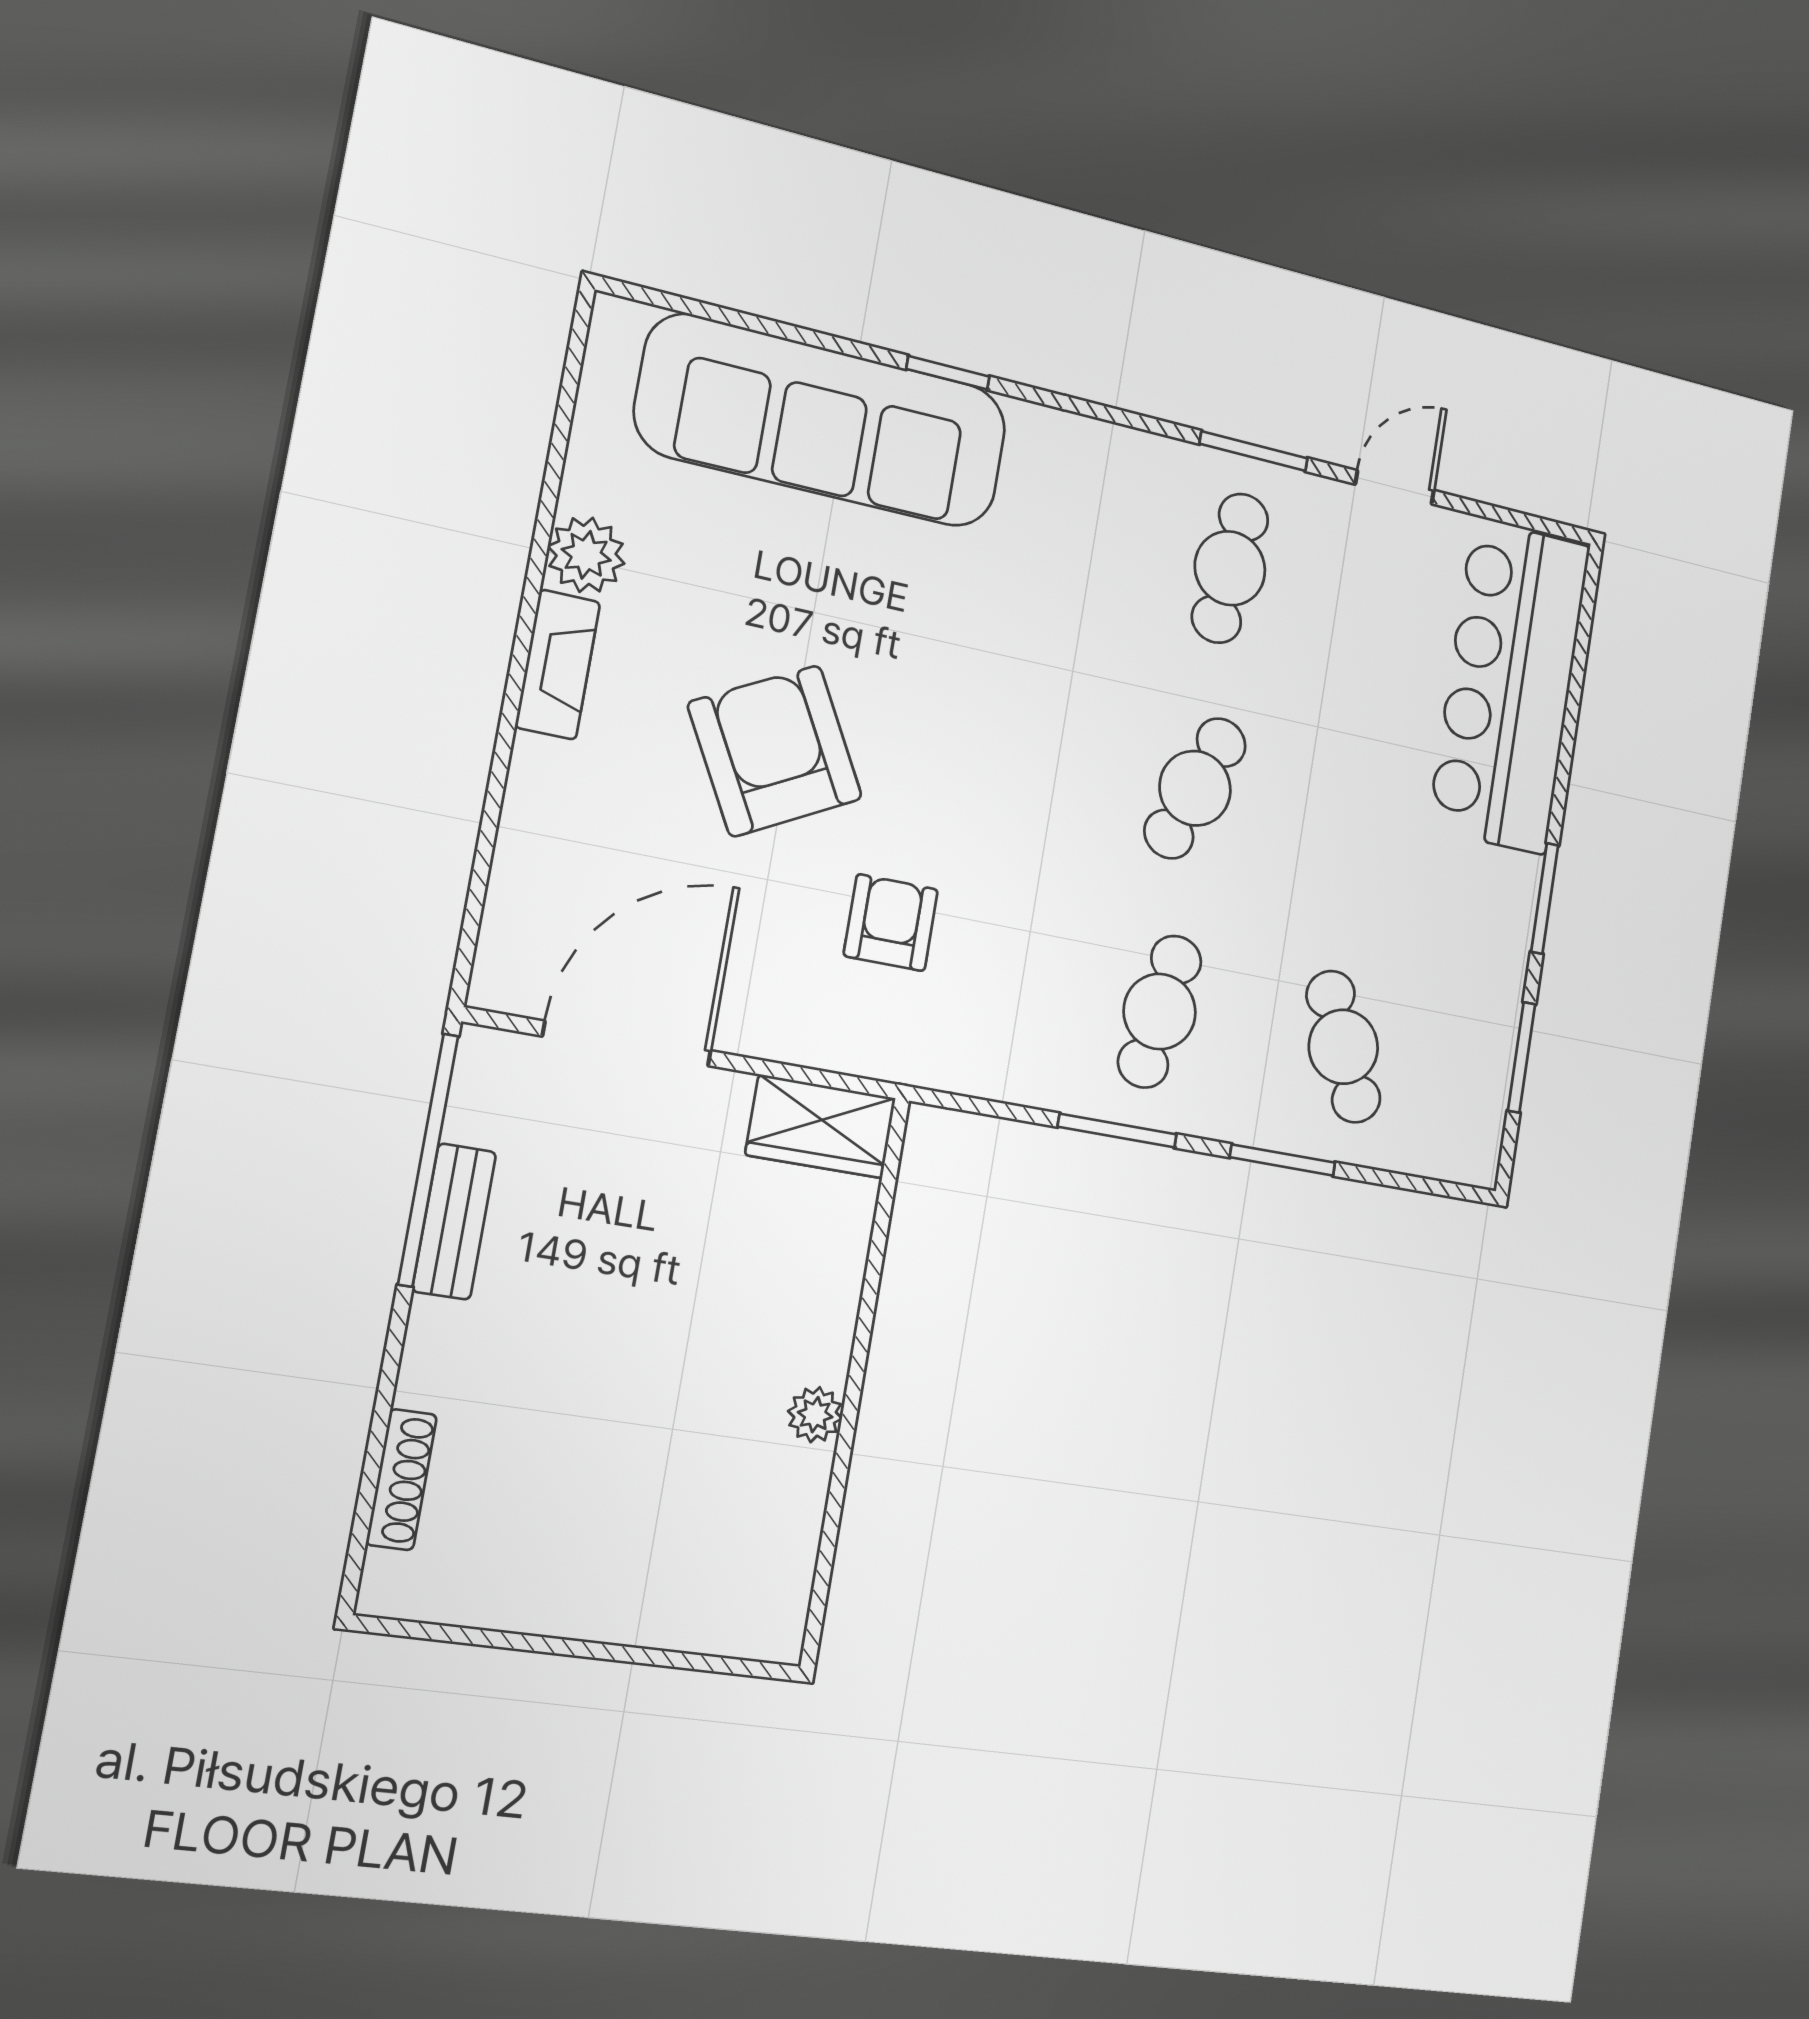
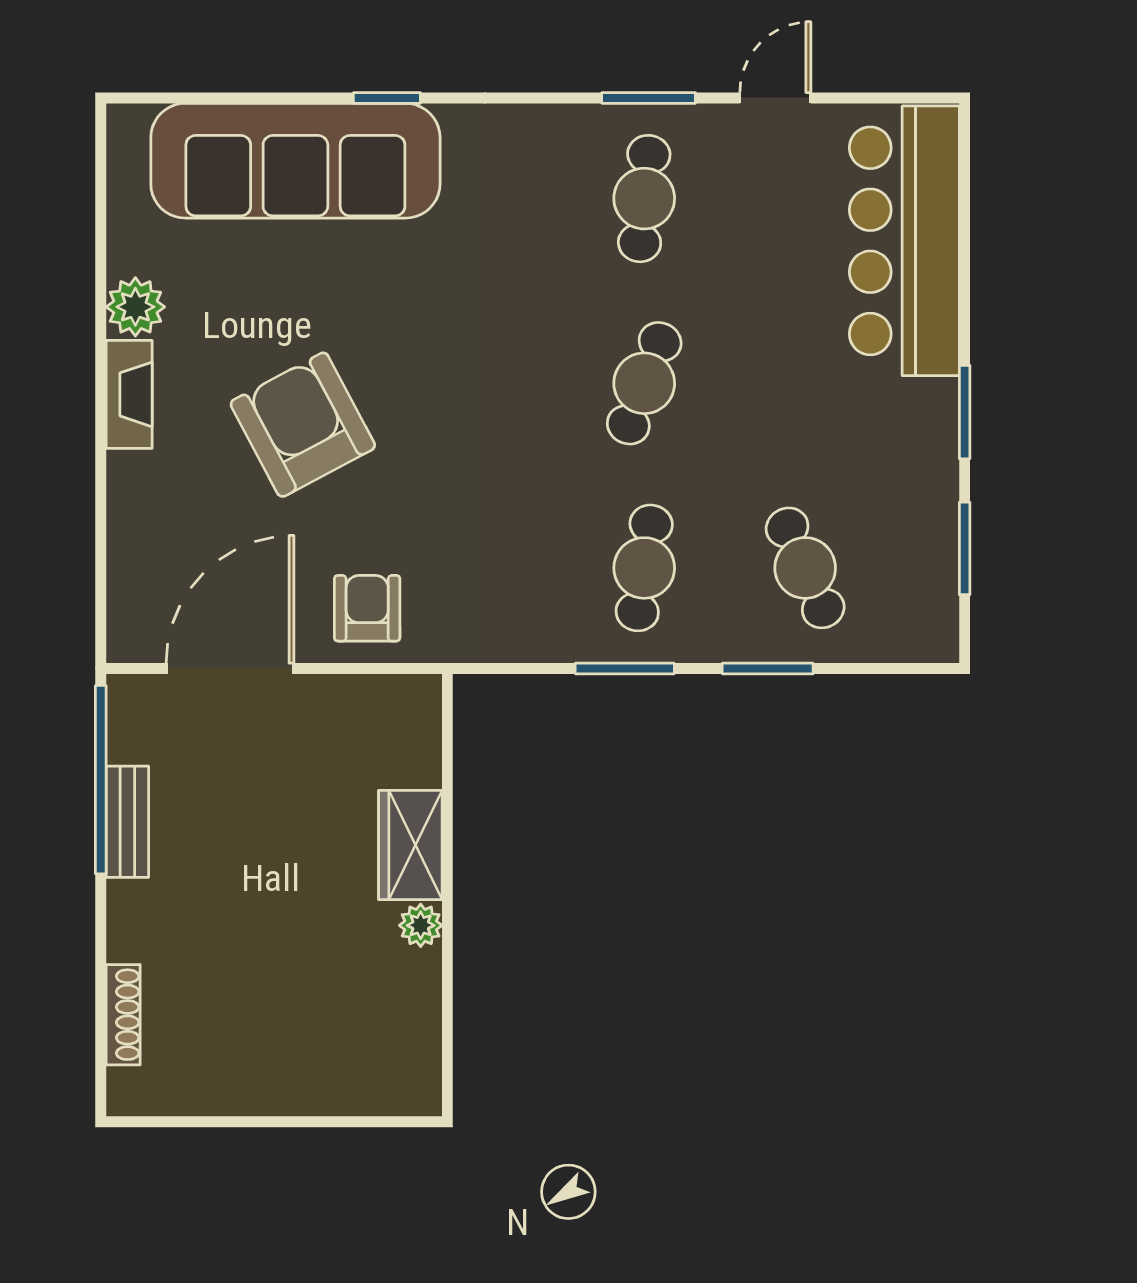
armchair: (891, 923) -> (367, 608), moved
wardrobe: (821, 1126) -> (410, 845), moved, turned 90

